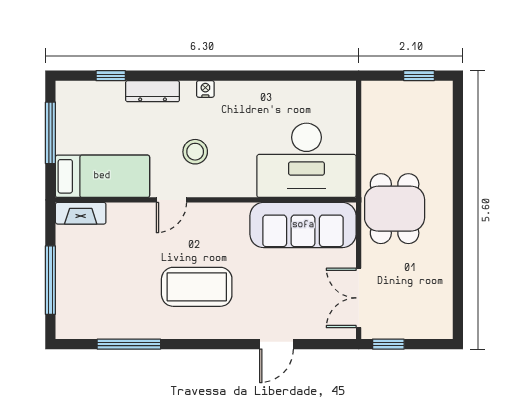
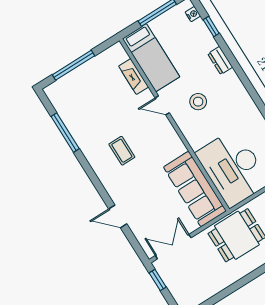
nightstand: (205, 89) -> (193, 14), moved
dresser: (153, 91) -> (220, 60), width x0.70
fireplace: (81, 213) -> (134, 76), moved
coffee table: (197, 287) -> (122, 151), width x0.54, depth x0.58

